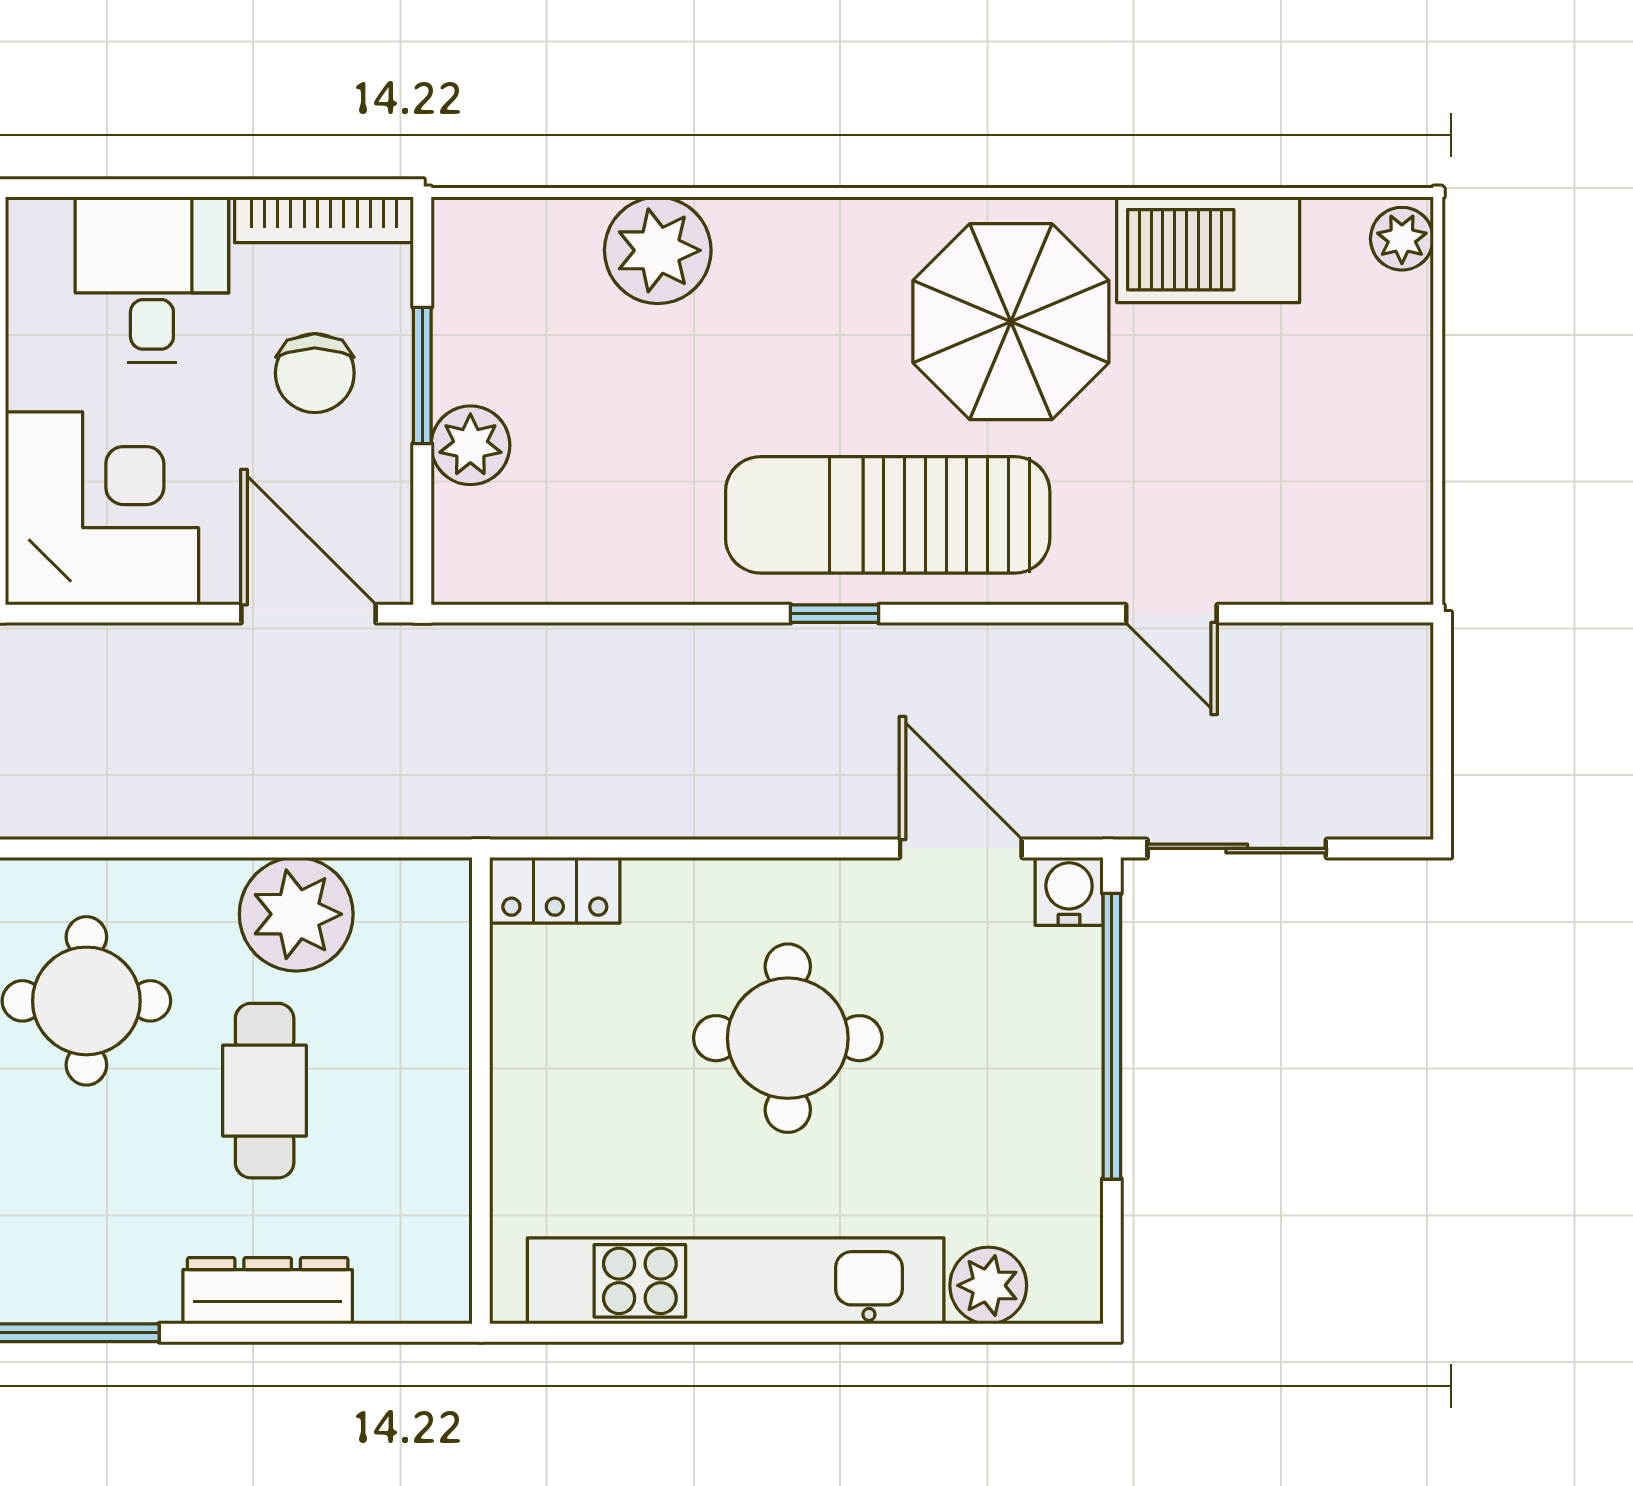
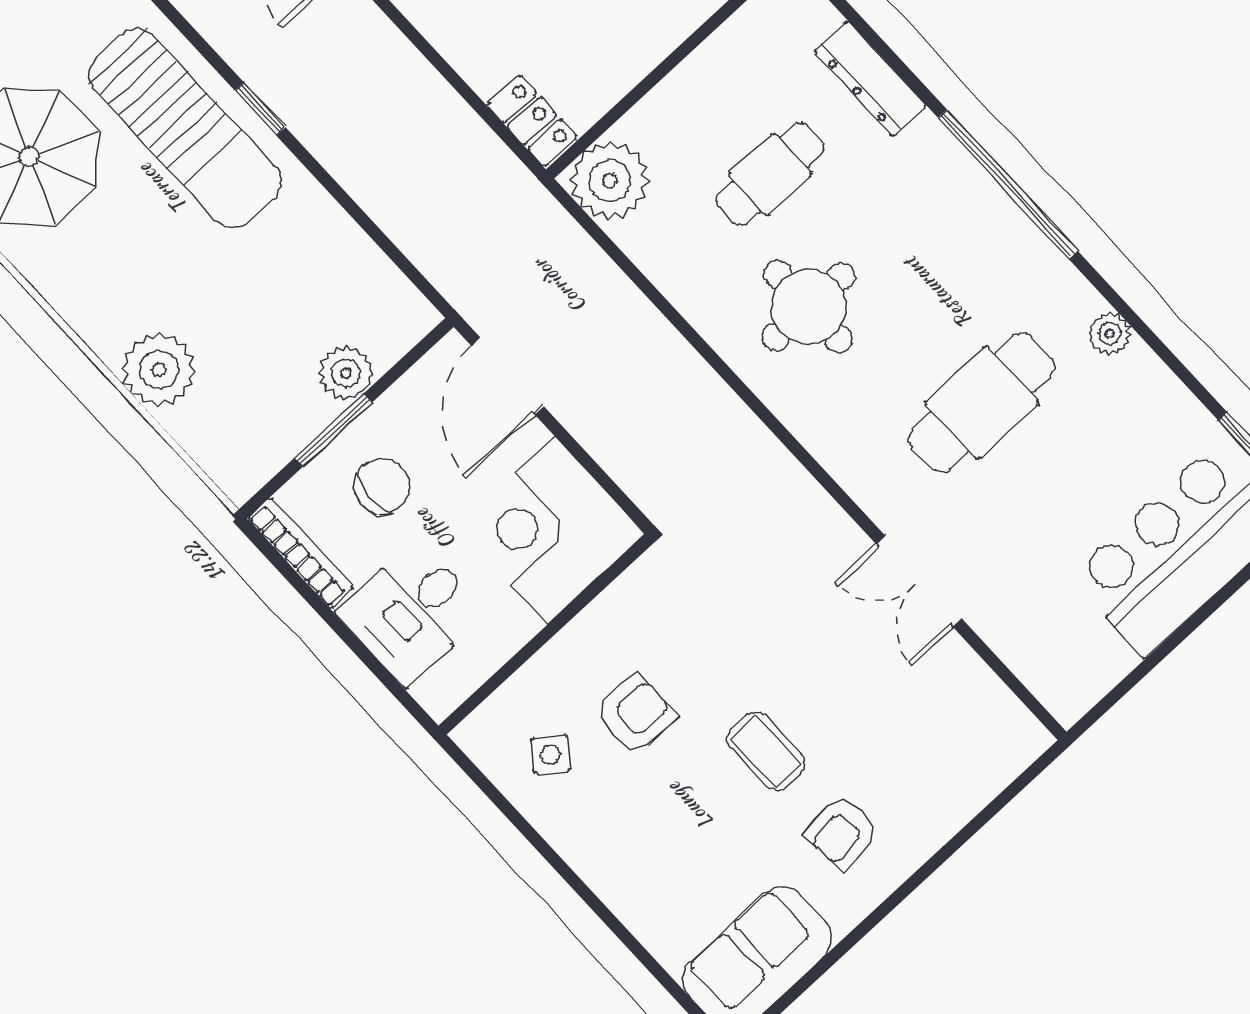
plant: (296, 914) -> (610, 181), moved

